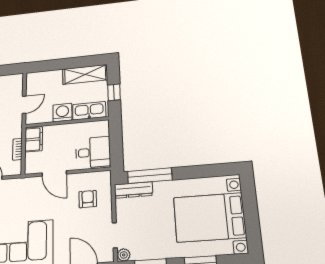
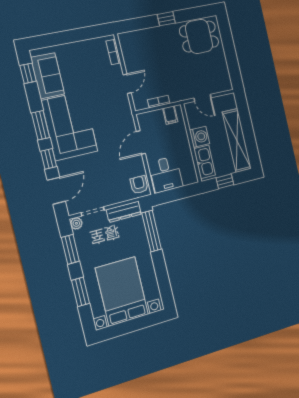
shelving: (85, 74) -> (237, 140), width x1.47
filing cabinet: (34, 139) -> (170, 115), width x0.50
dresser: (134, 190) -> (124, 212), moved, turned -90
armchair: (88, 199) -> (139, 185), moved, turned -90

